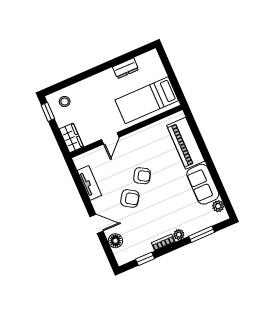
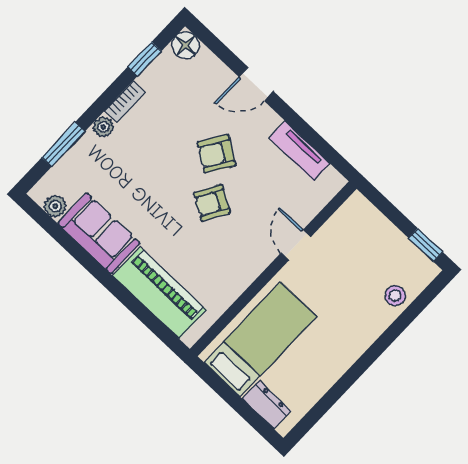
dresser: (126, 68) -> (267, 405), moved, turned 90
stool: (65, 102) -> (395, 296), moved
wardrobe: (71, 138) -> (365, 217), removed
floor lamp: (115, 241) -> (186, 45), moved

